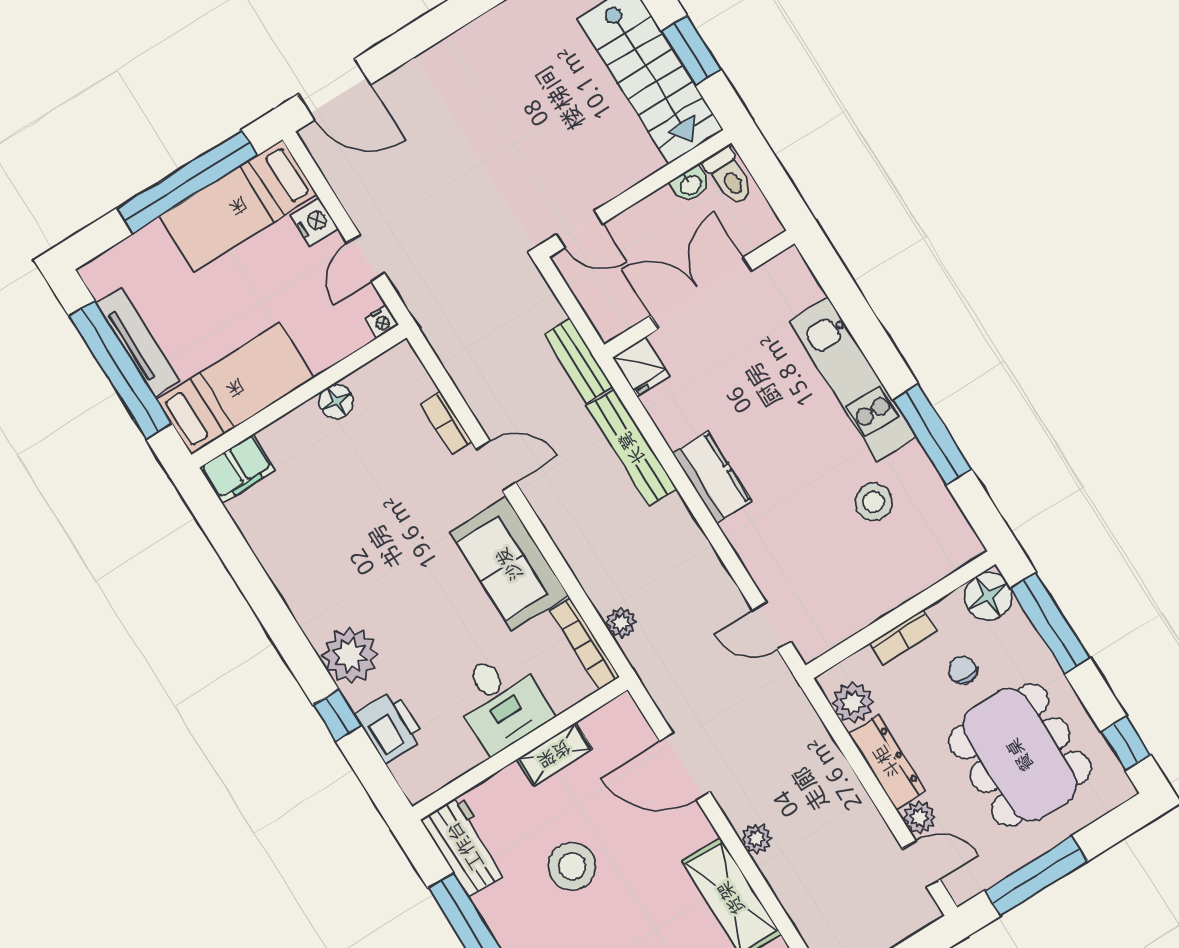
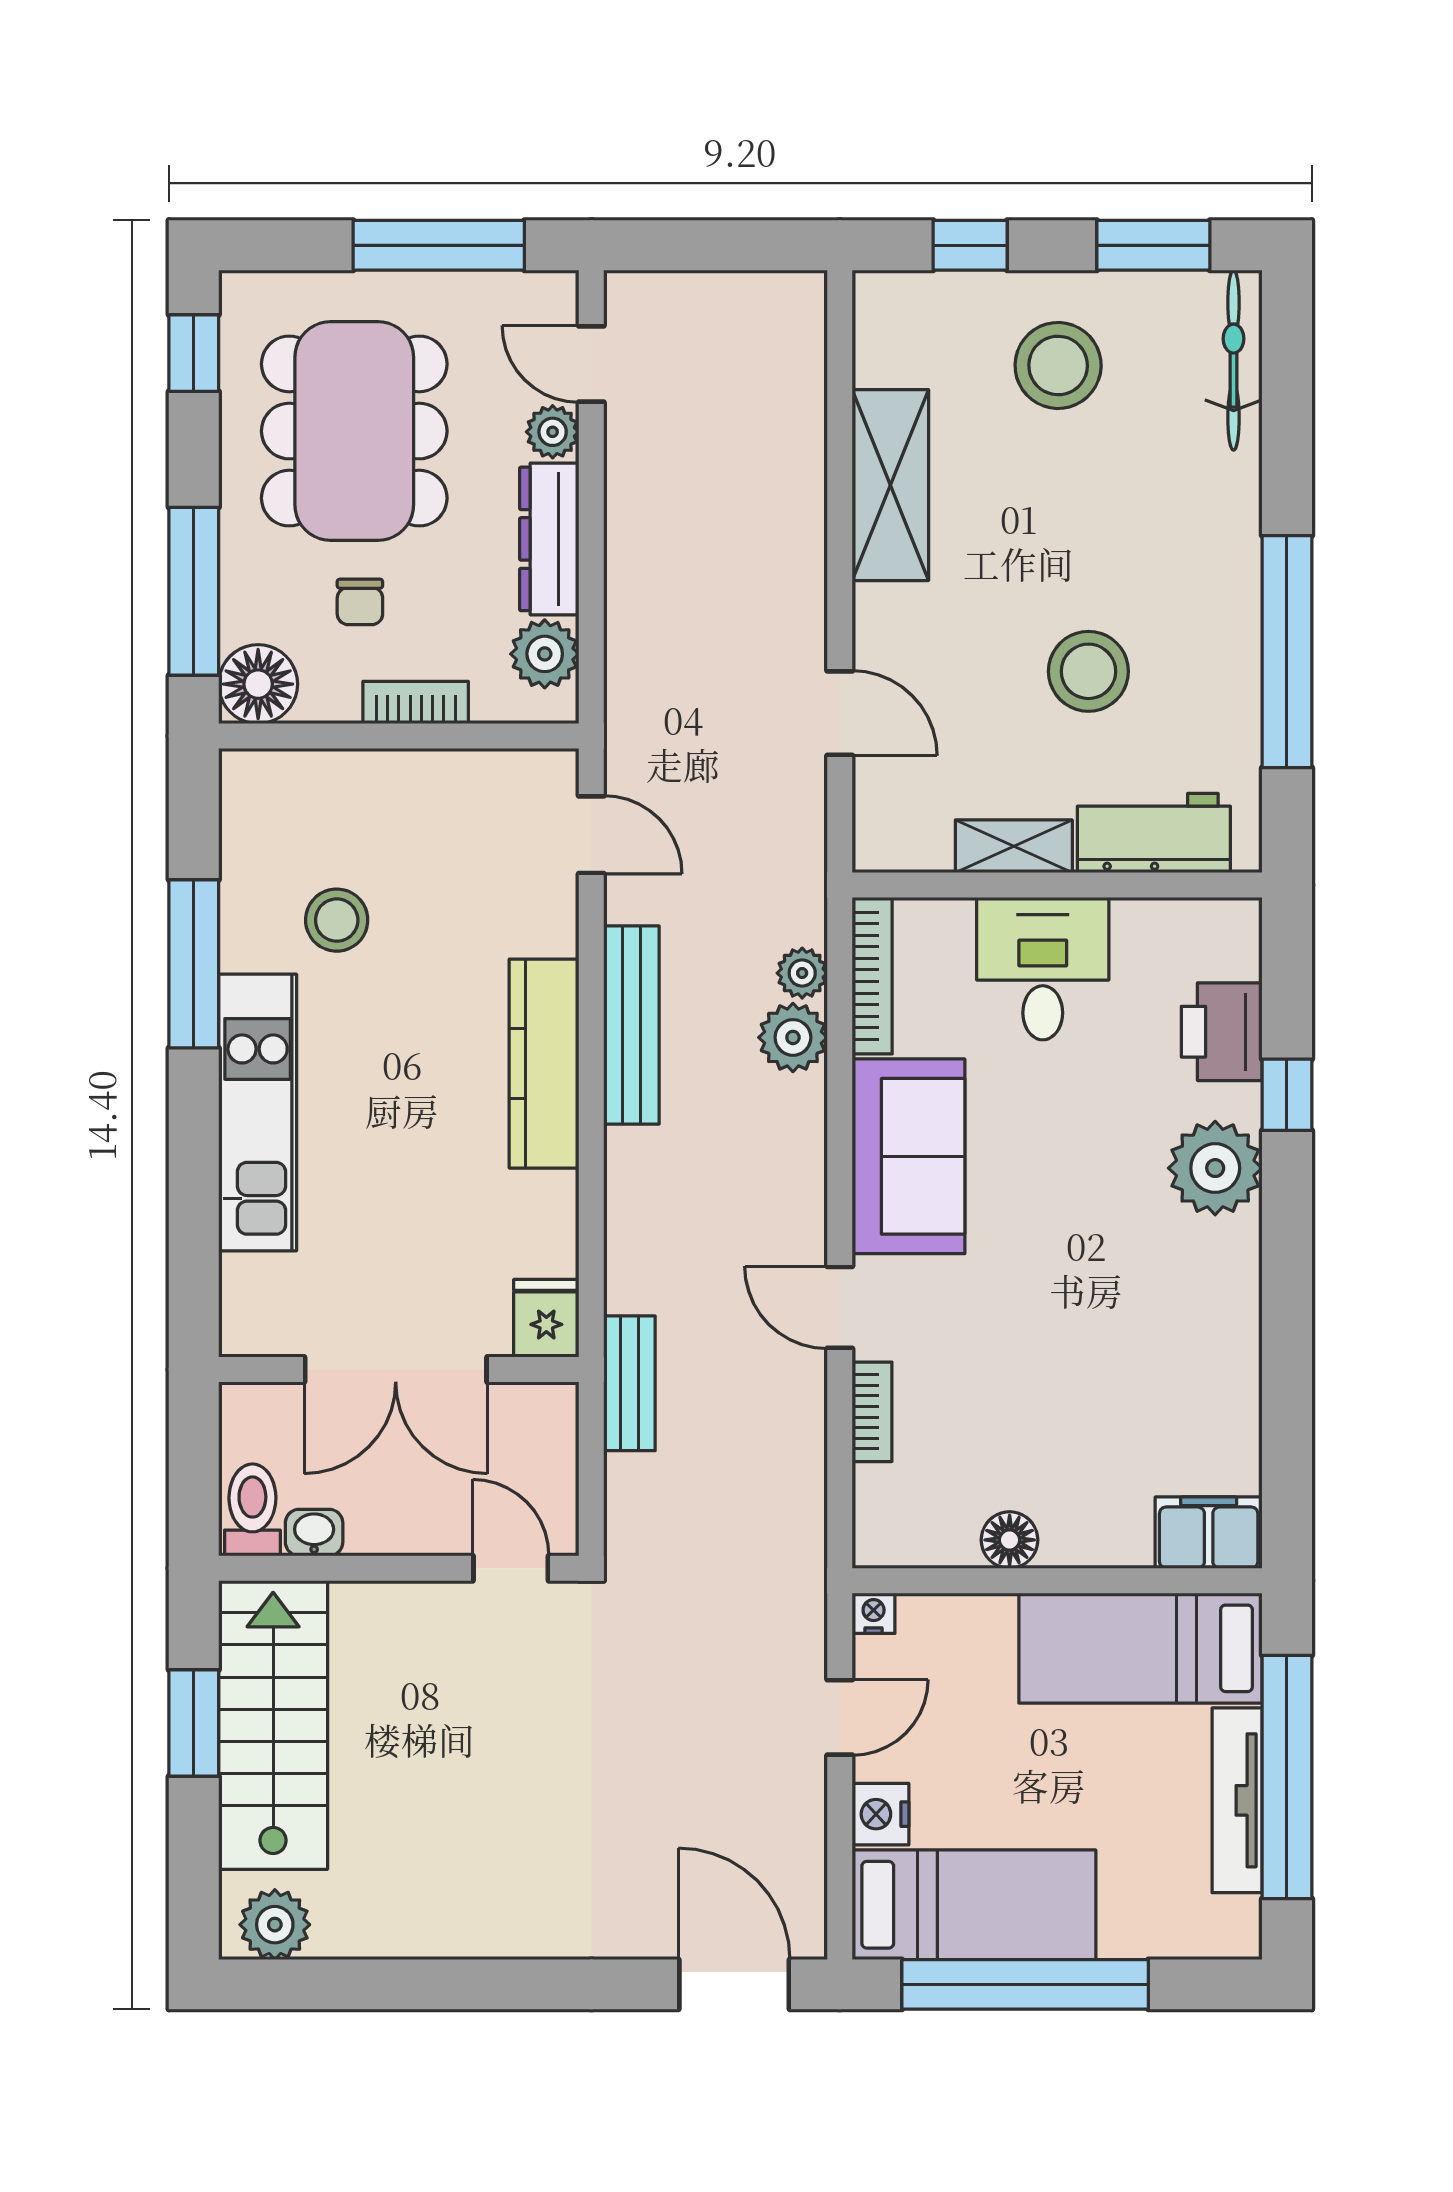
bench: (632, 448) -> (631, 1025), moved
kitchen counter: (712, 477) -> (544, 1064), width x1.50
door: (685, 766) -> (840, 713), width x0.73
plant: (756, 839) -> (793, 1037), moved, width x1.38, depth x1.38
workbench: (465, 846) -> (1154, 833), moved, turned 90

